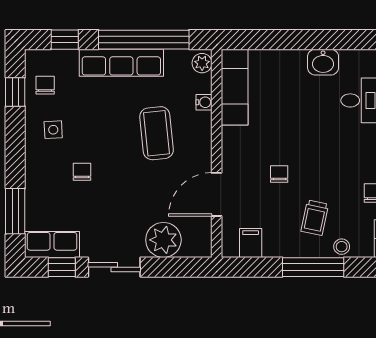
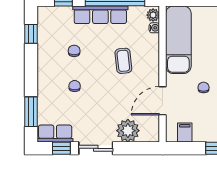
chair: (45, 85) -> (74, 51), moved
exam couch: (235, 87) -> (178, 40), width x1.36, depth x1.45
water cooler: (204, 102) -> (154, 28), moved
side table: (53, 130) -> (56, 59), removed
coffee table: (157, 133) -> (123, 61), width x0.73, depth x0.77

